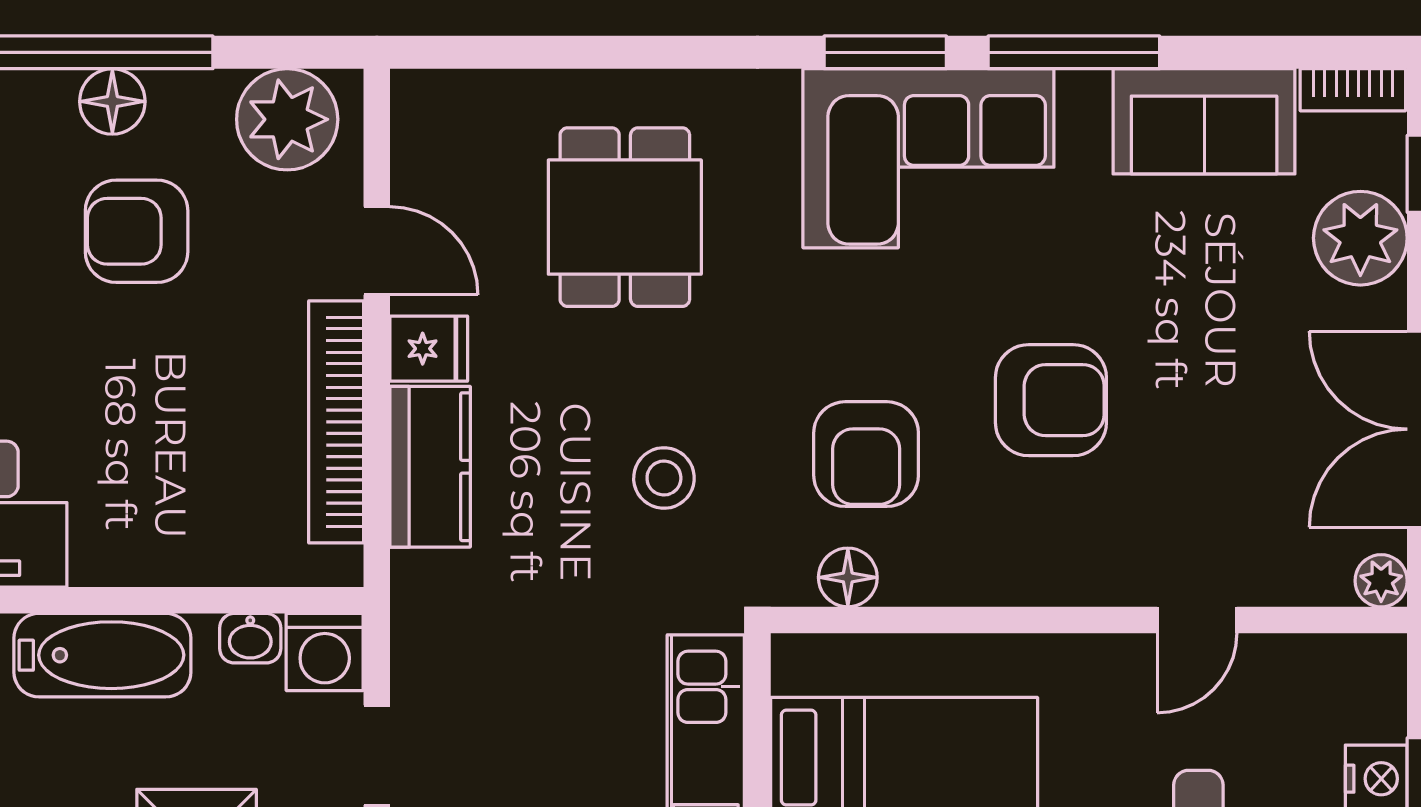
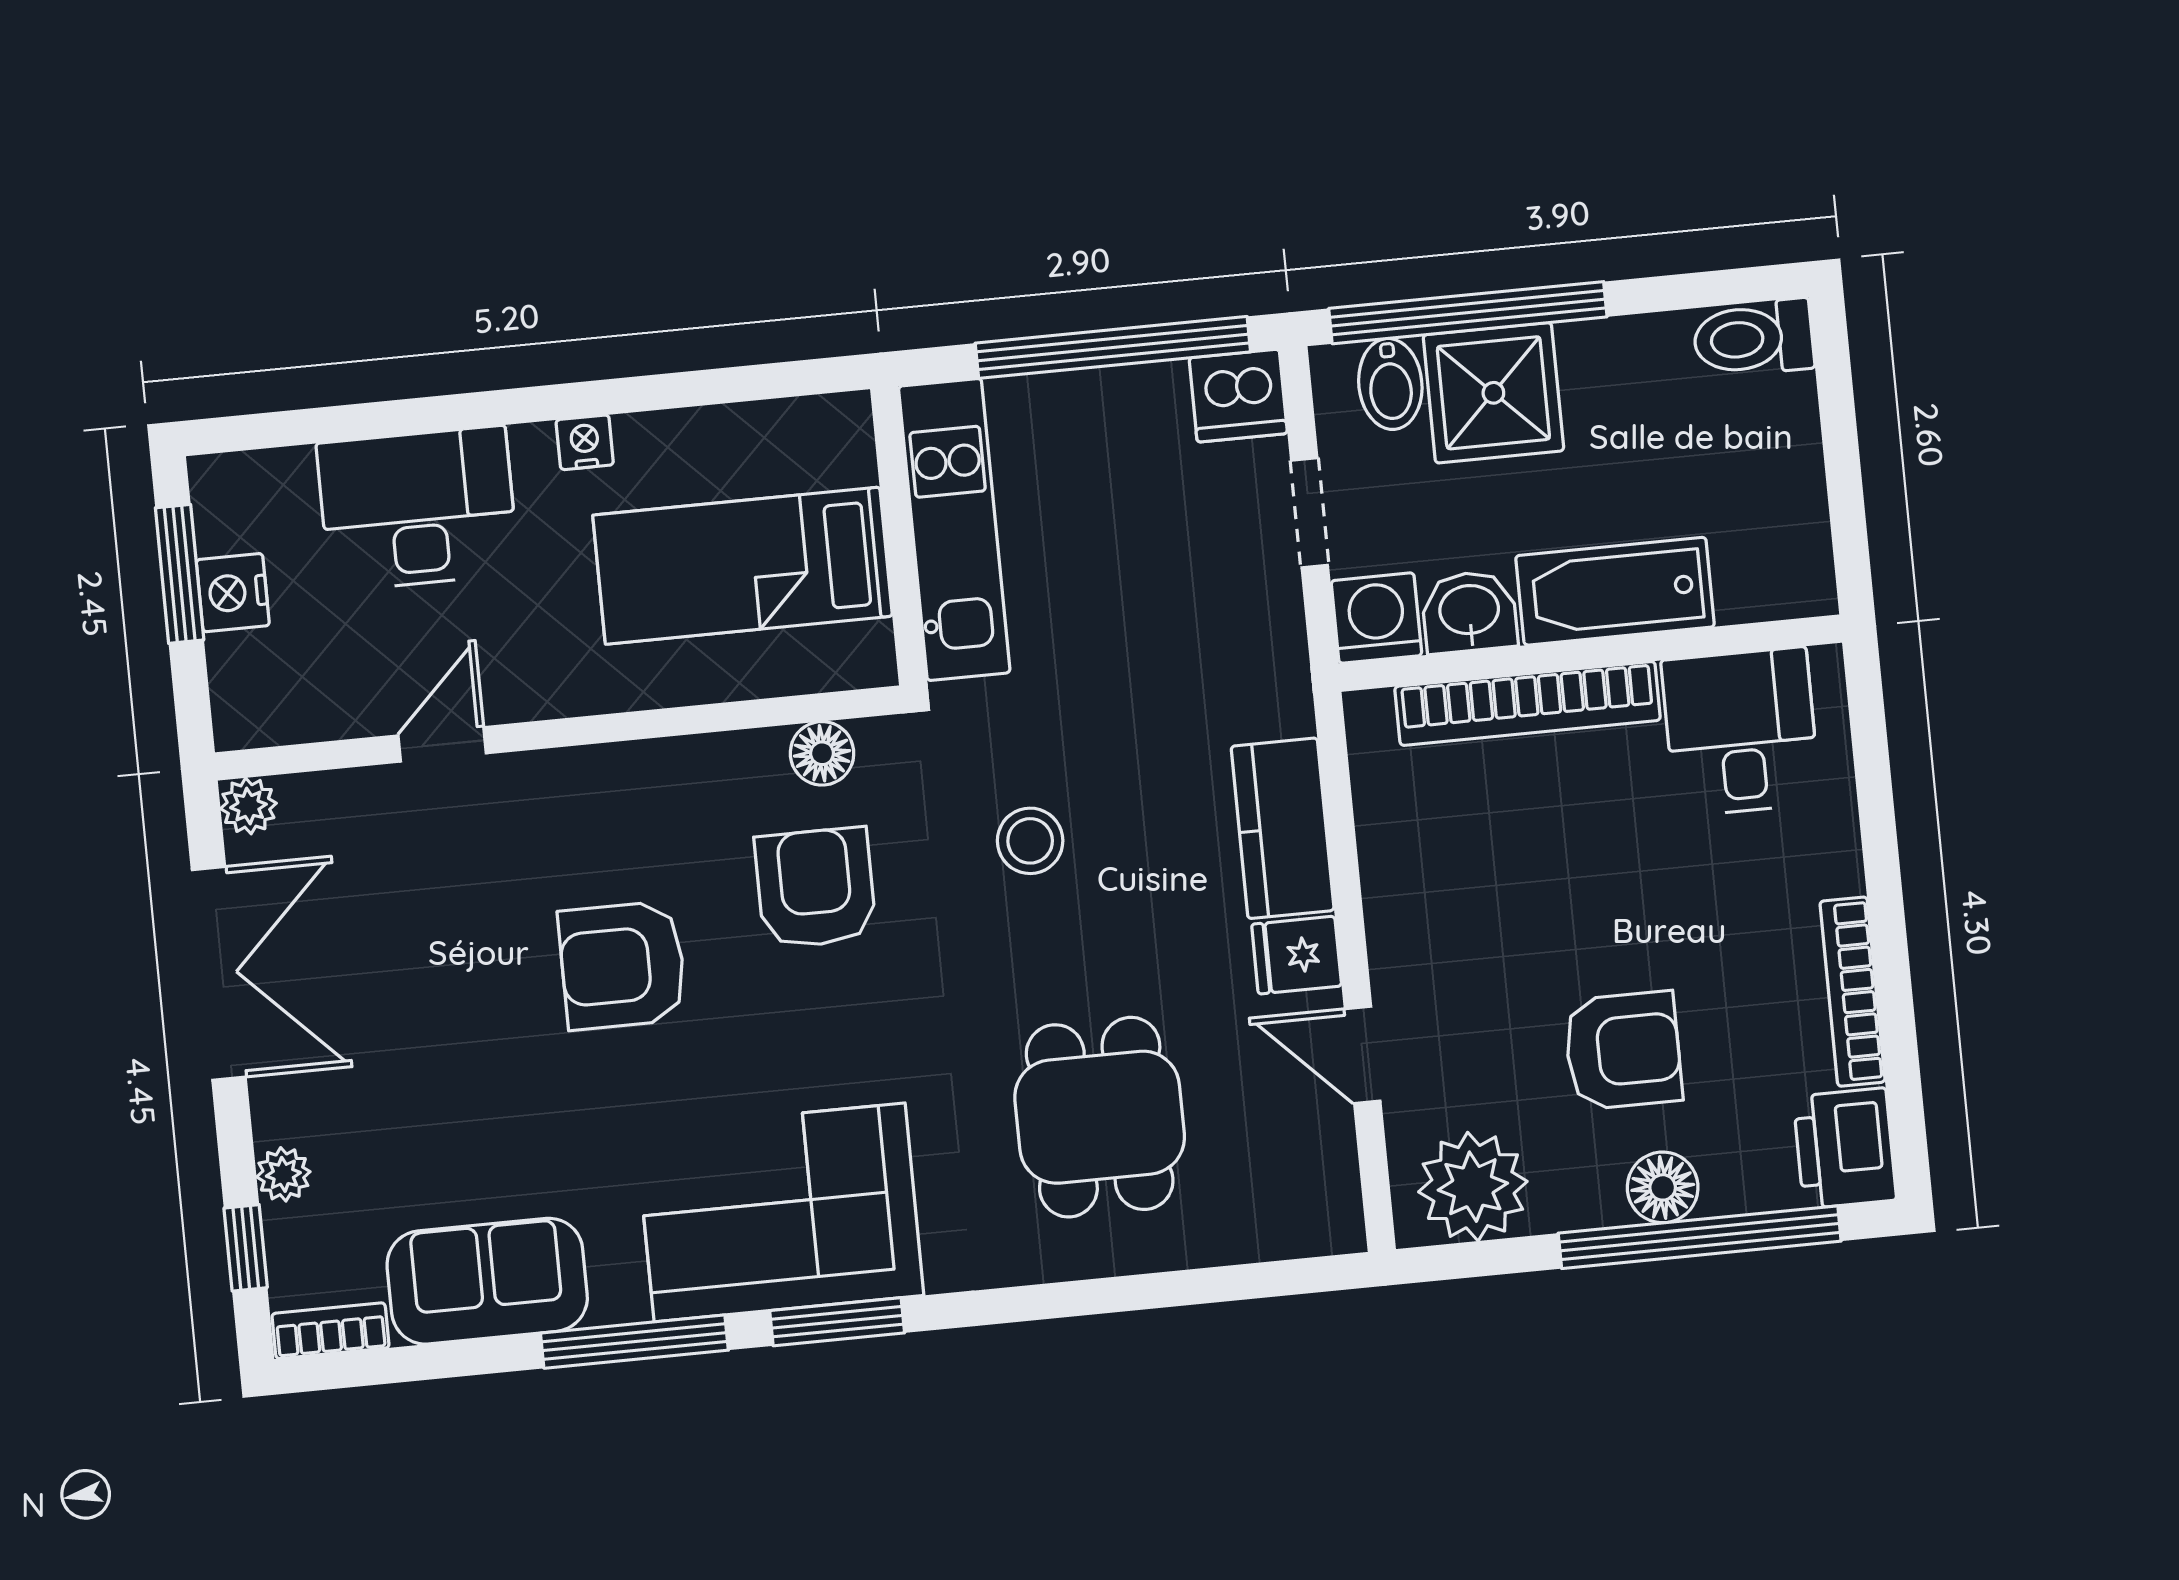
plant: (1360, 238) -> (283, 1174), width x0.53, depth x0.53
bookcase: (336, 422) -> (1528, 703), moved, turned 90
washbasin: (250, 638) -> (1469, 612), width x1.38, depth x1.45

